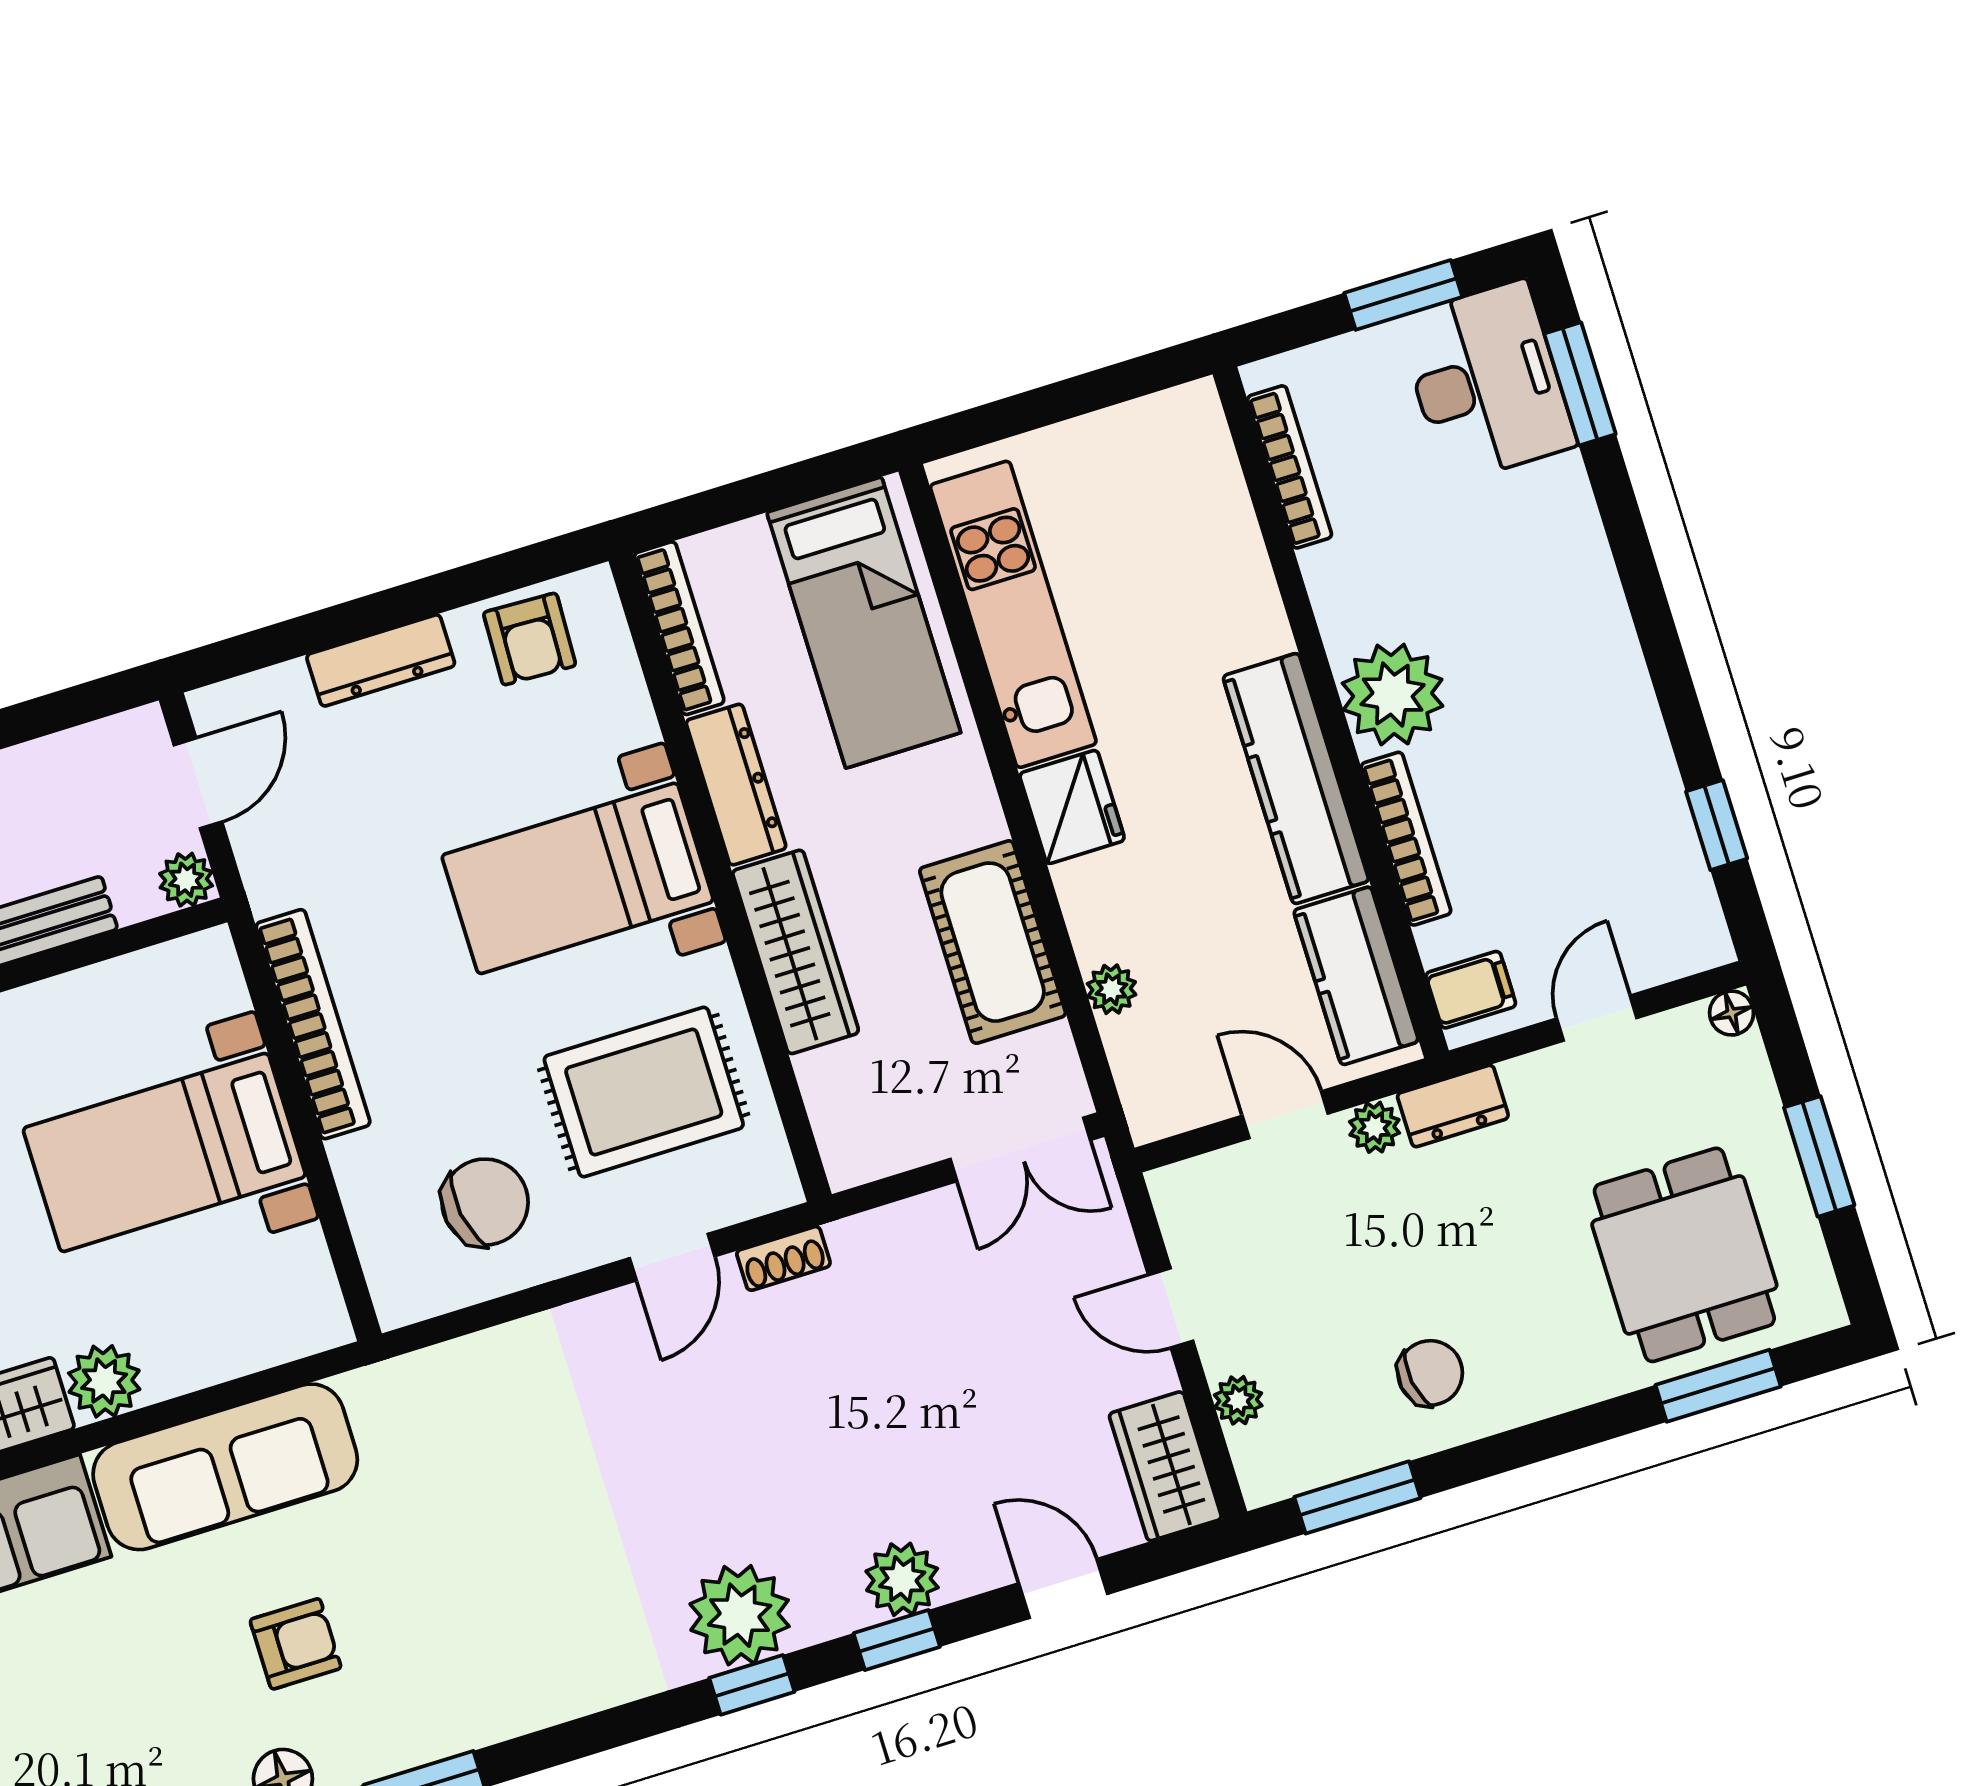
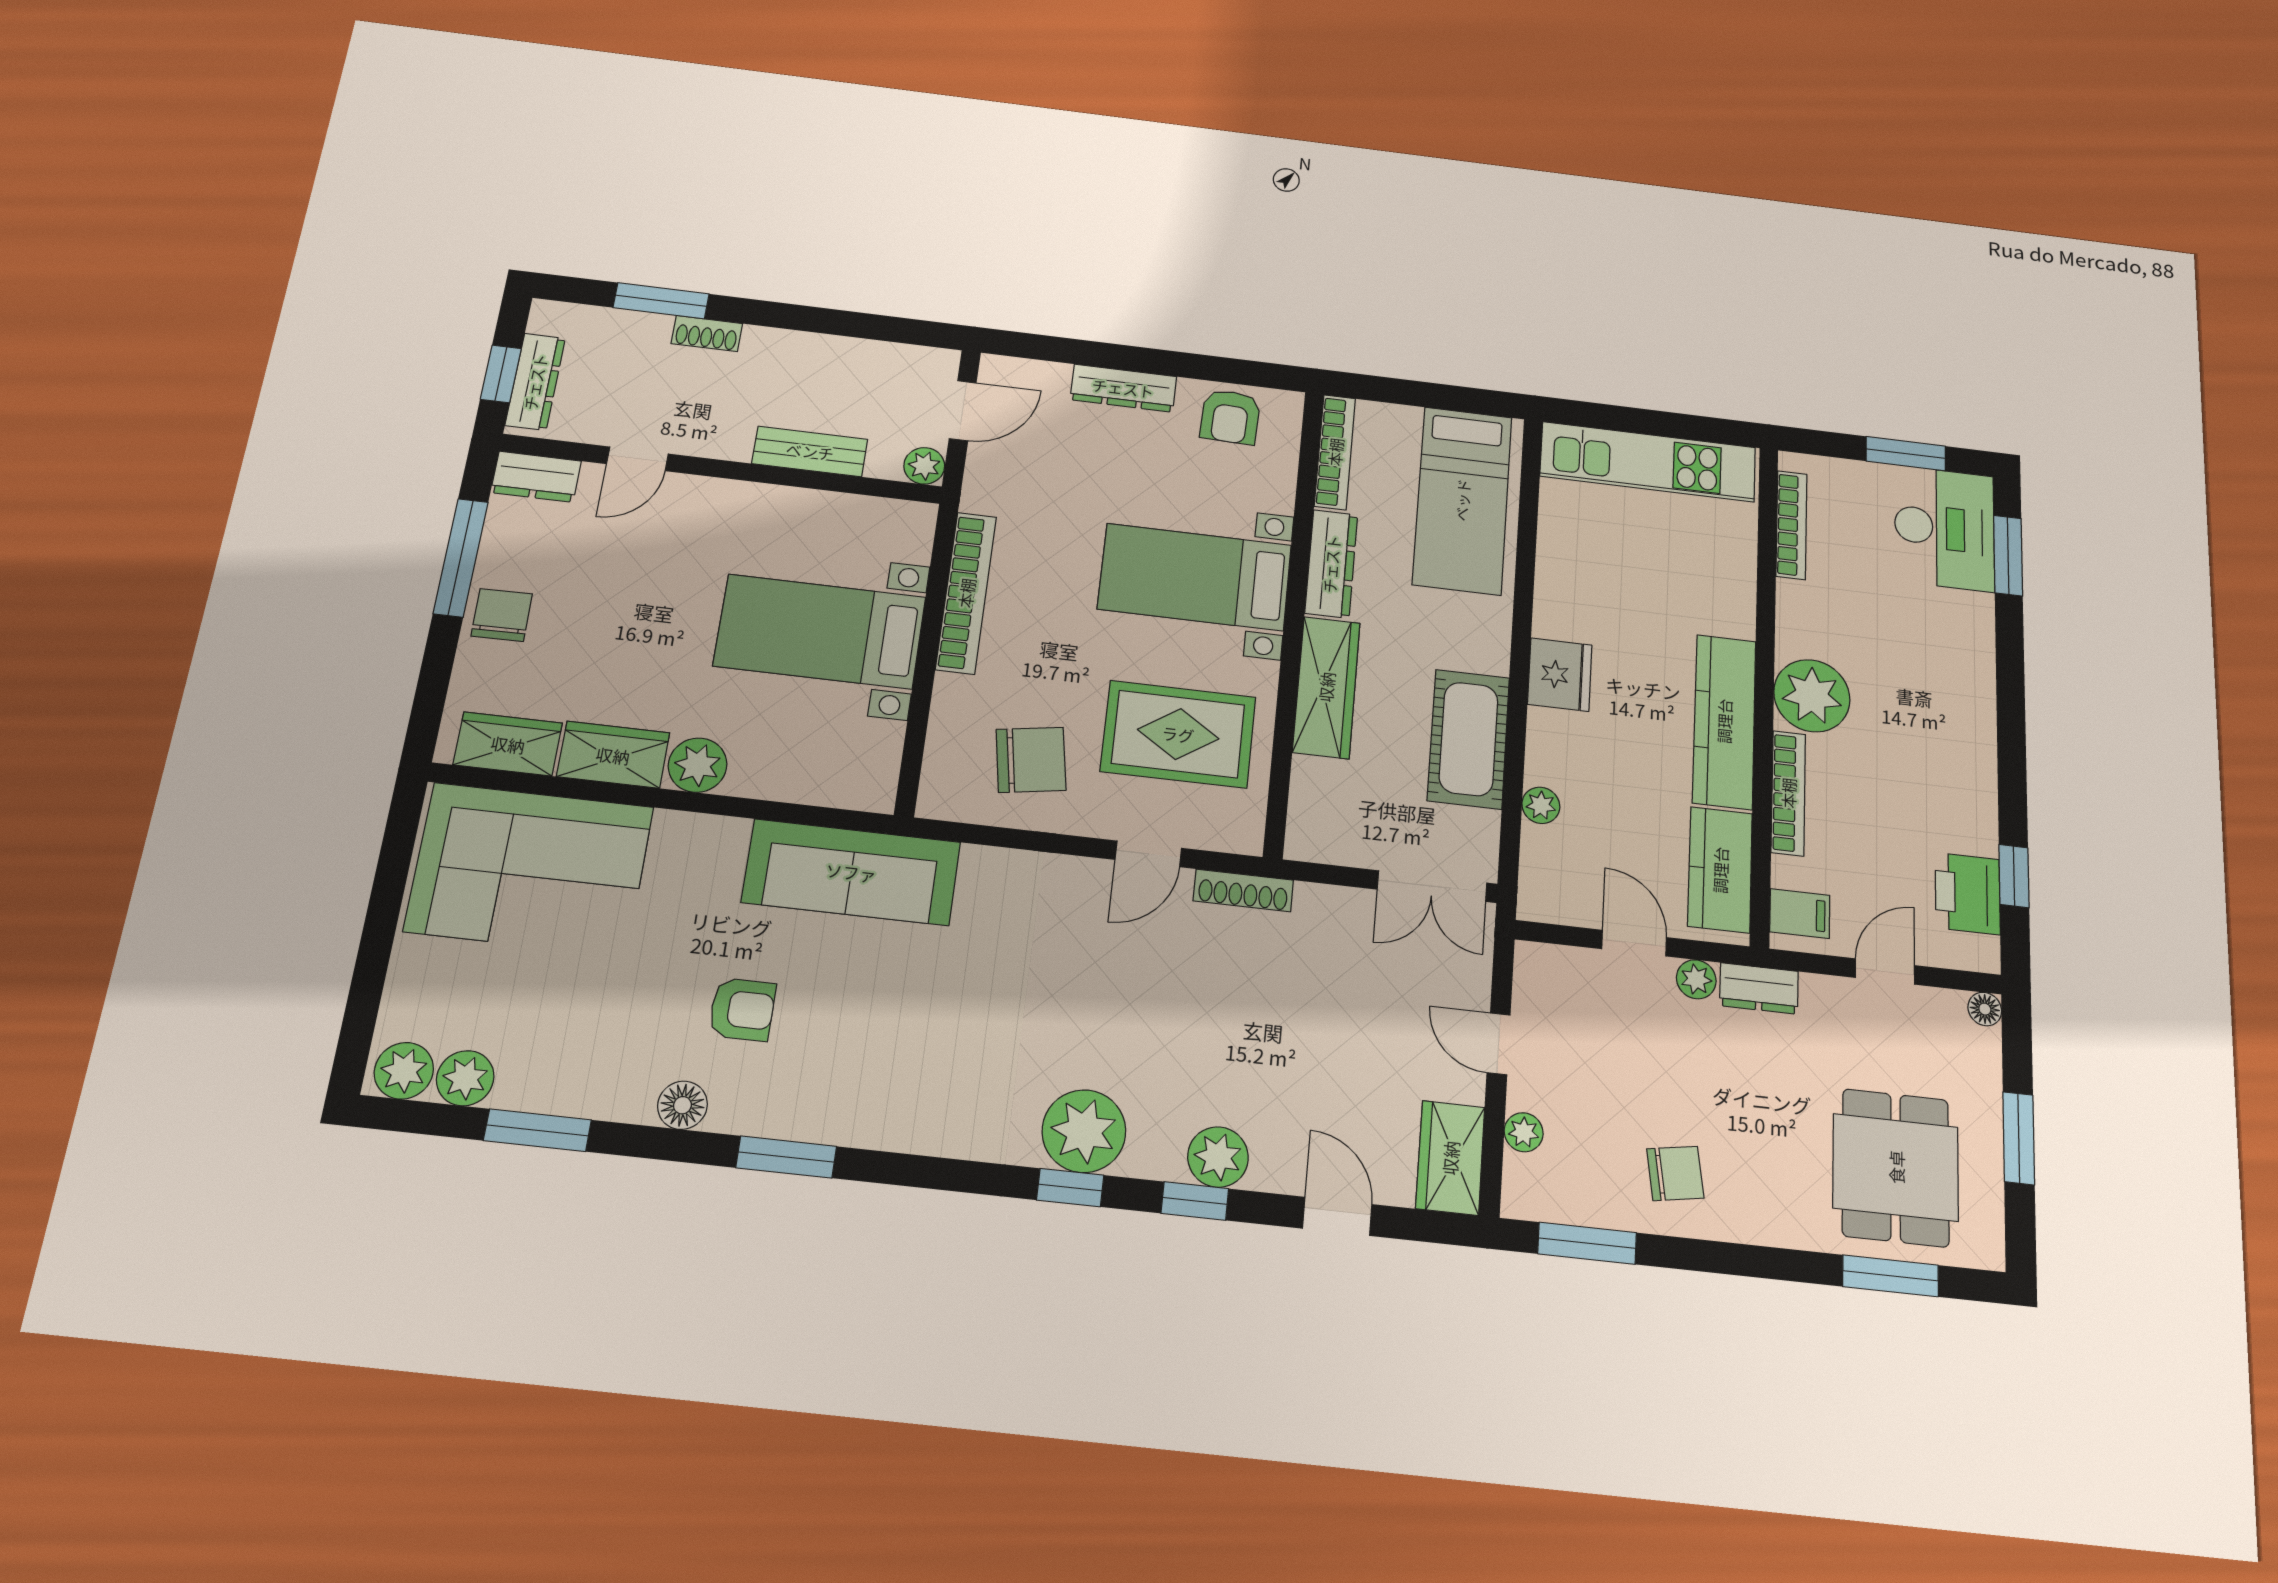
kitchen unit: (1013, 614) -> (1648, 462), moved, turned 90
printer: (1667, 873) -> (1968, 894), added
shoe rack: (783, 1258) -> (1243, 890), width x1.43
sofa: (225, 1467) -> (851, 872), moved

